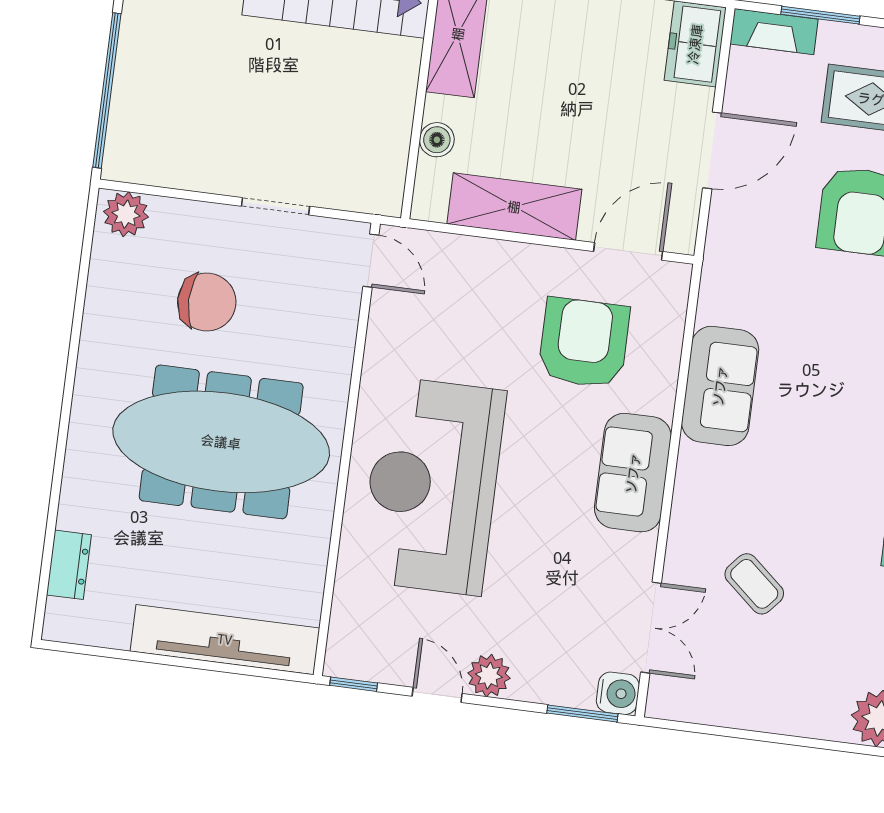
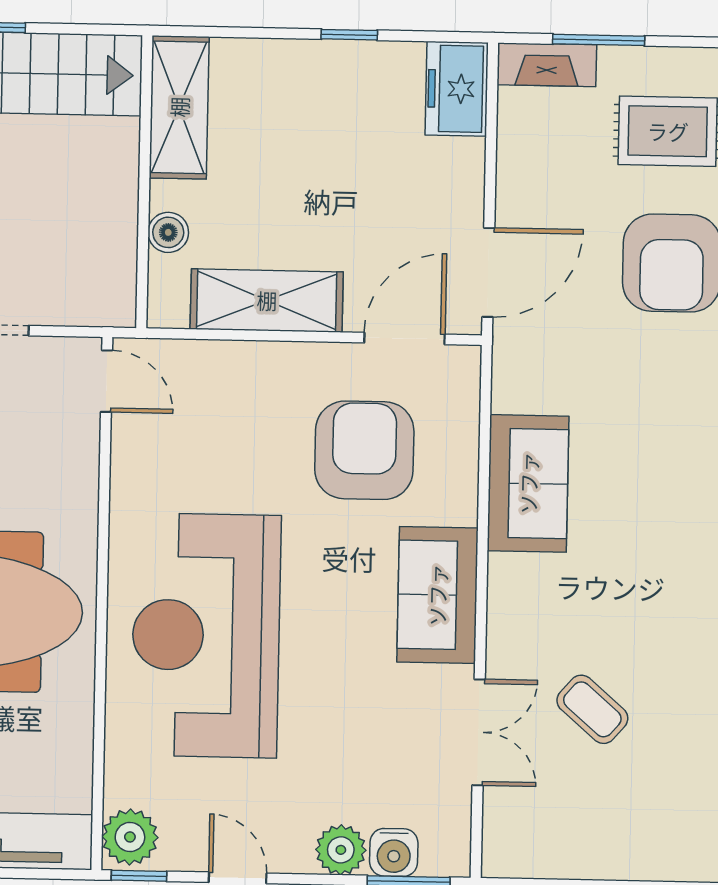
door: (712, 150) -> (488, 272), moved
double door: (651, 628) -> (479, 732), moved
plant: (349, 650) -> (130, 837), added
plant: (489, 676) -> (341, 850), moved
water cooler: (618, 693) -> (394, 852), moved, turned 90

